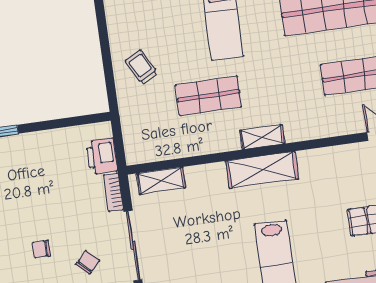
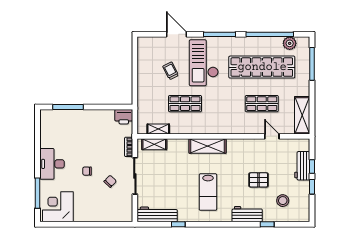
trolley: (141, 67) -> (171, 71), moved
shelving: (262, 137) -> (158, 129), moved
printer: (102, 156) -> (124, 117), moved, turned -90

